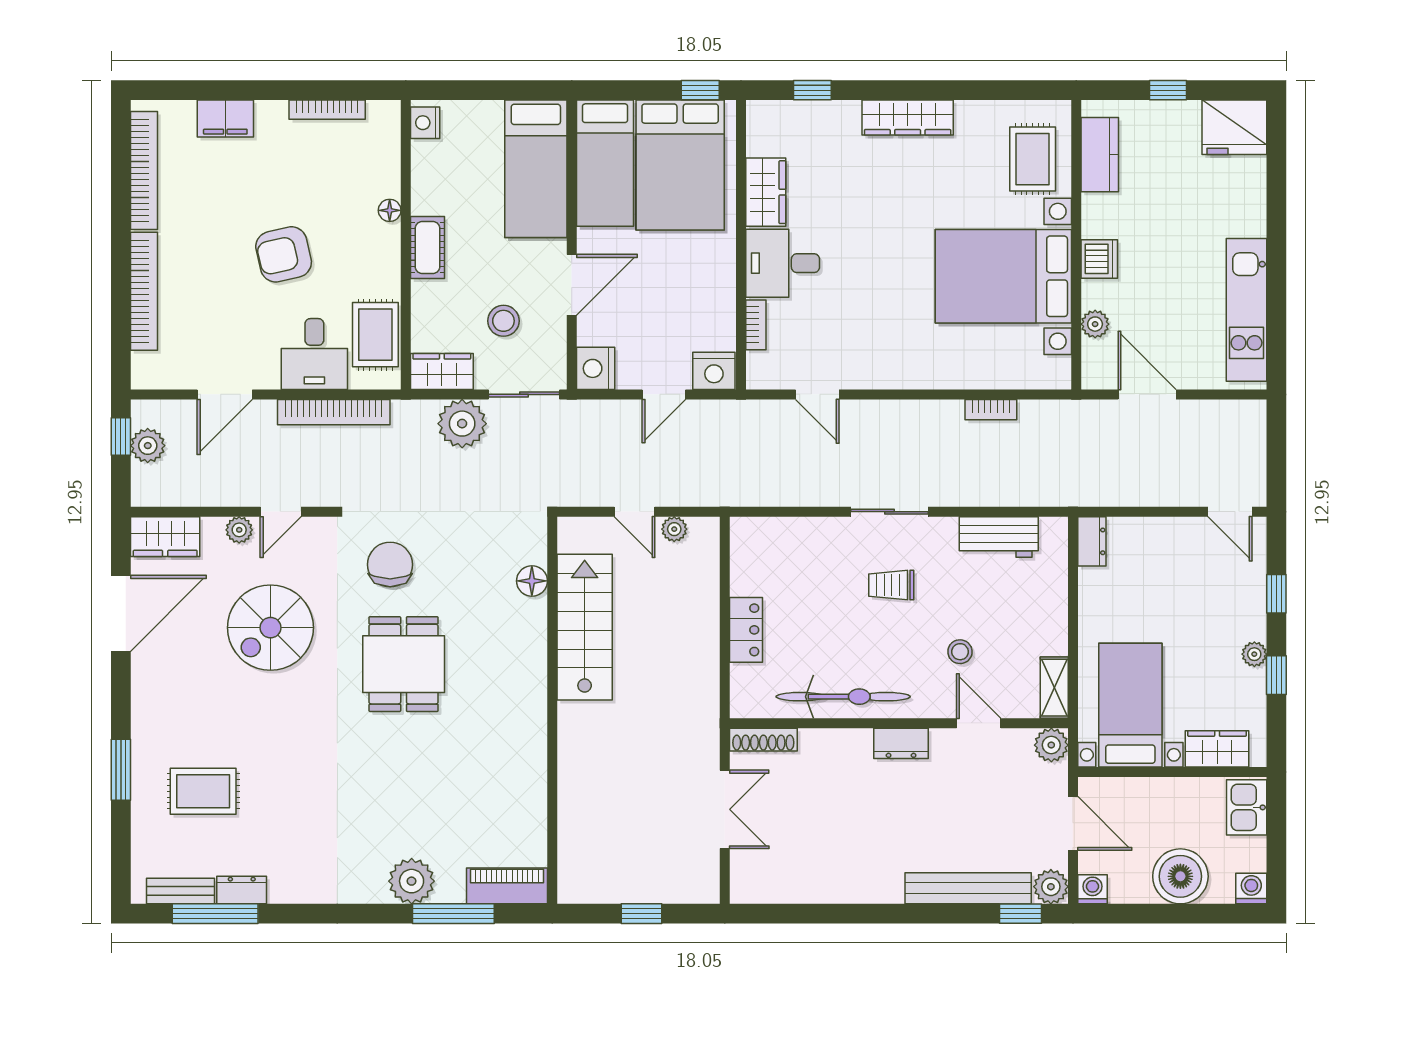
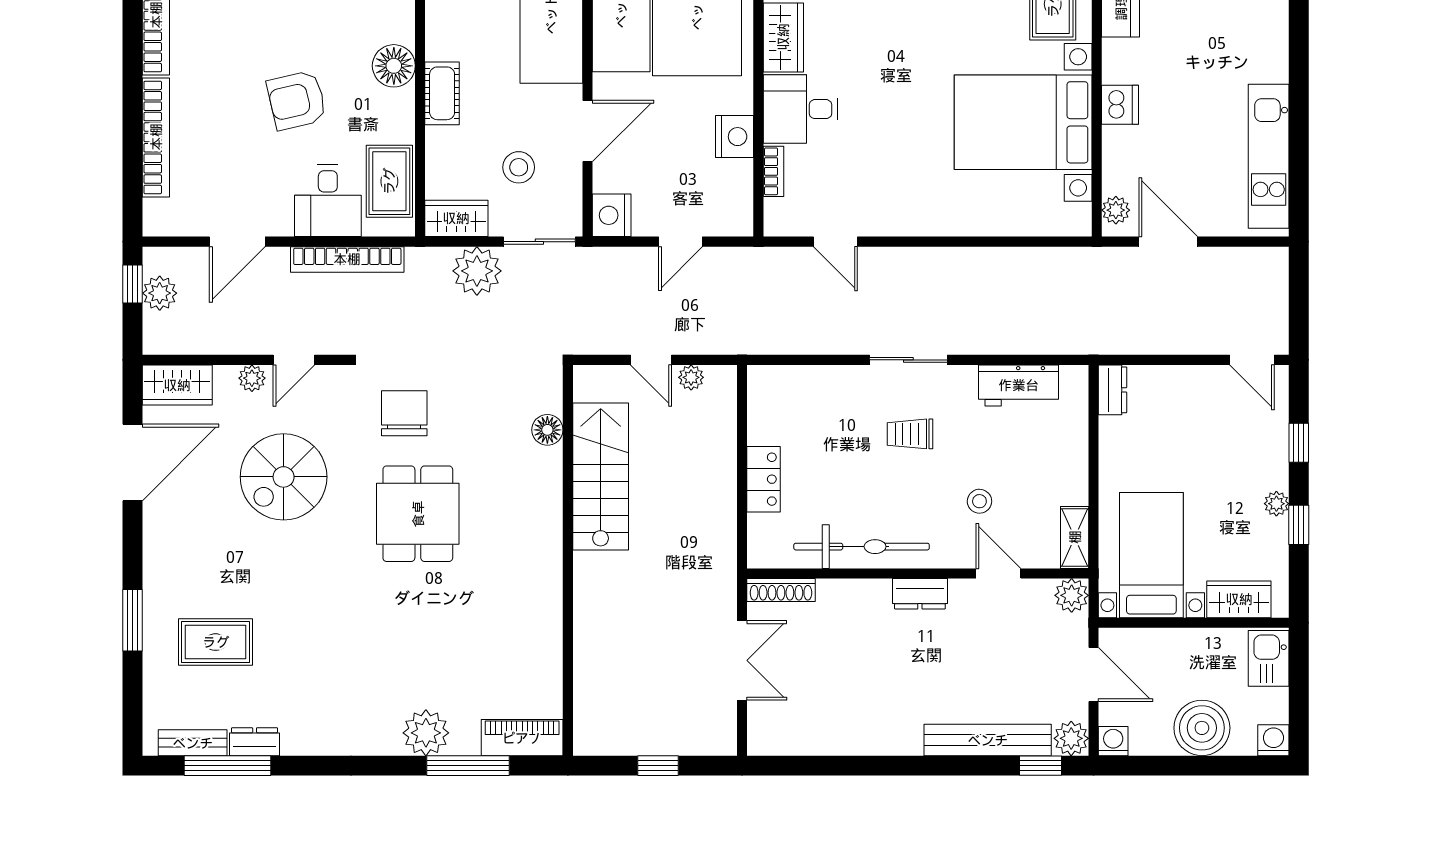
floor lamp: (390, 210) -> (394, 66), width x1.89, depth x1.89
plant: (1095, 324) -> (1116, 210), moved
nightstand: (714, 371) -> (734, 137), moved, turned -90
bookcase: (991, 410) -> (1011, 257), removed

